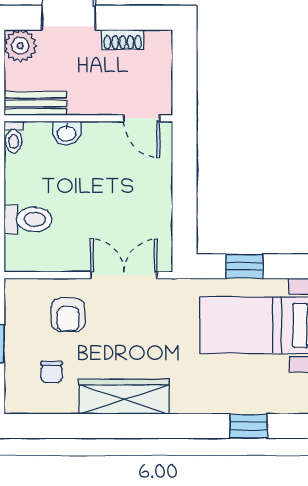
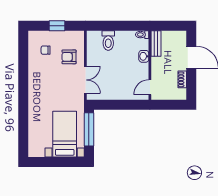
plant: (20, 46) -> (180, 37), removed
window: (244, 266) -> (89, 129), width x2.17
wardrobe: (124, 397) -> (35, 80), removed
window: (249, 426) -> (23, 131), removed

